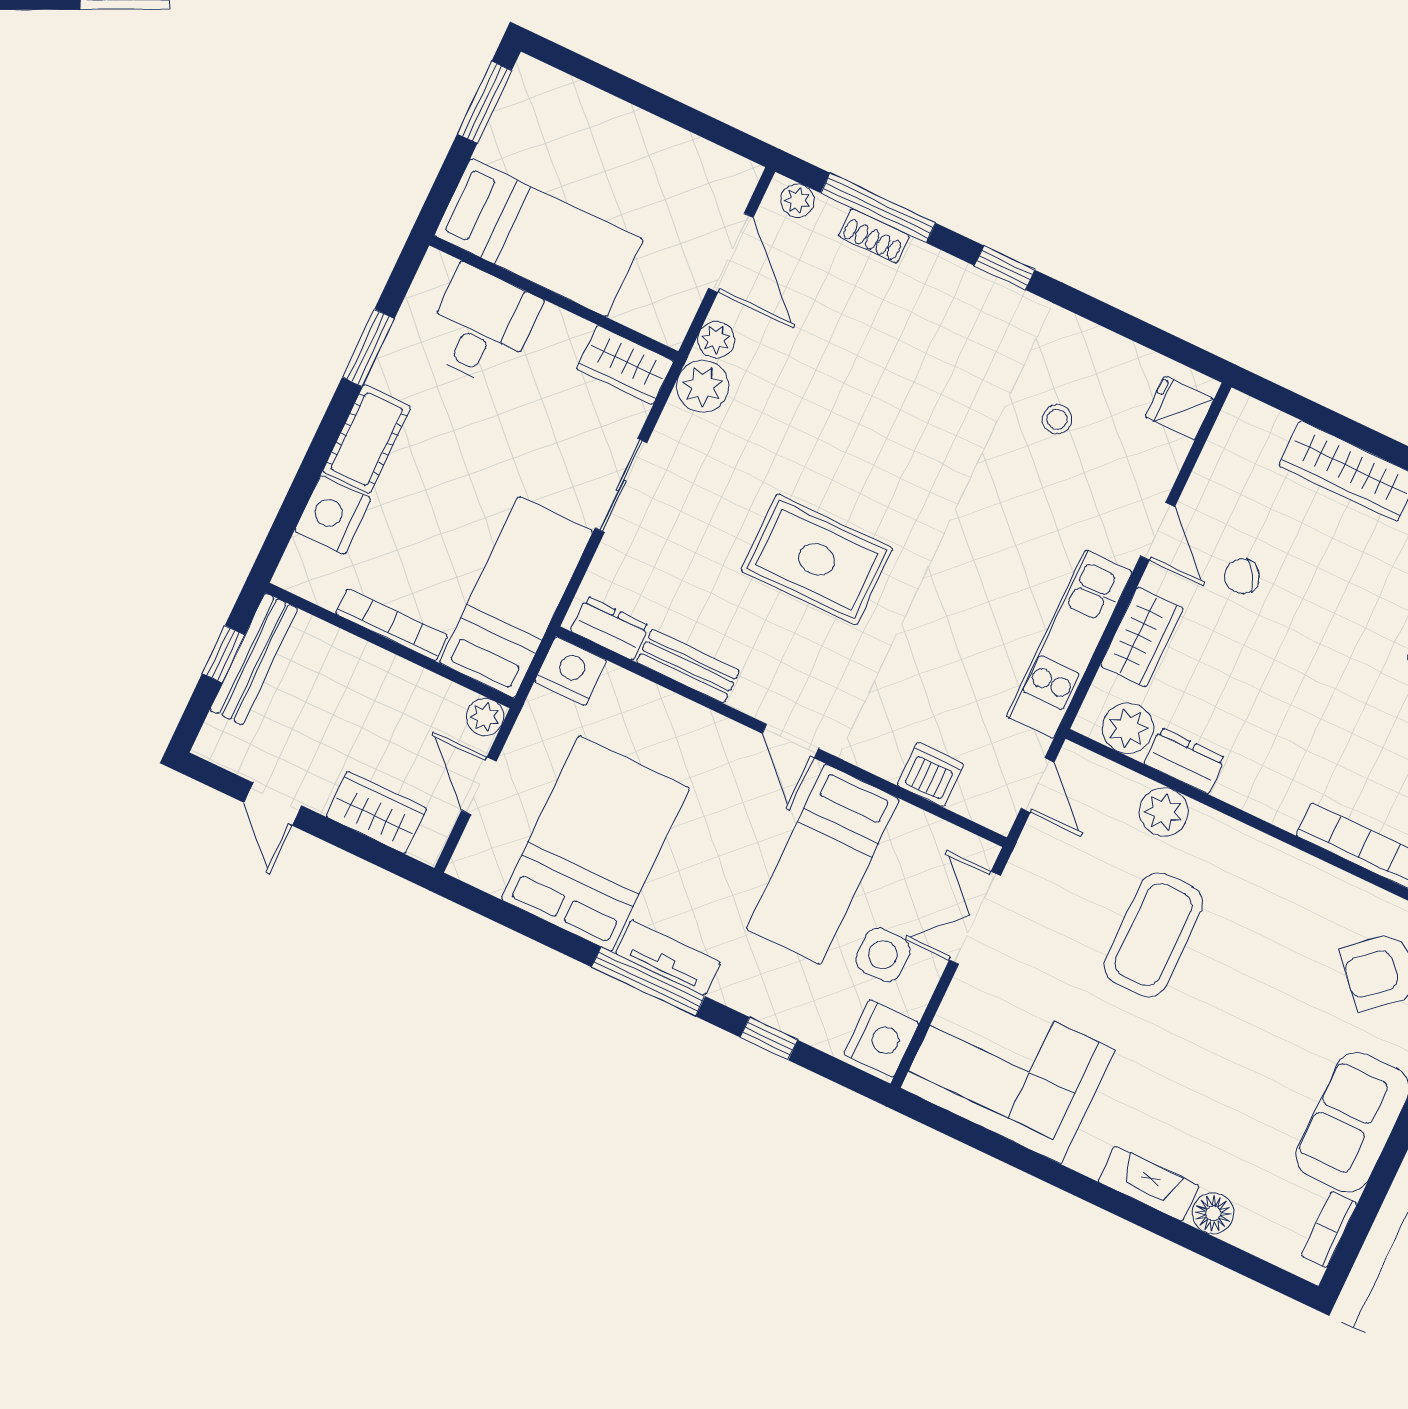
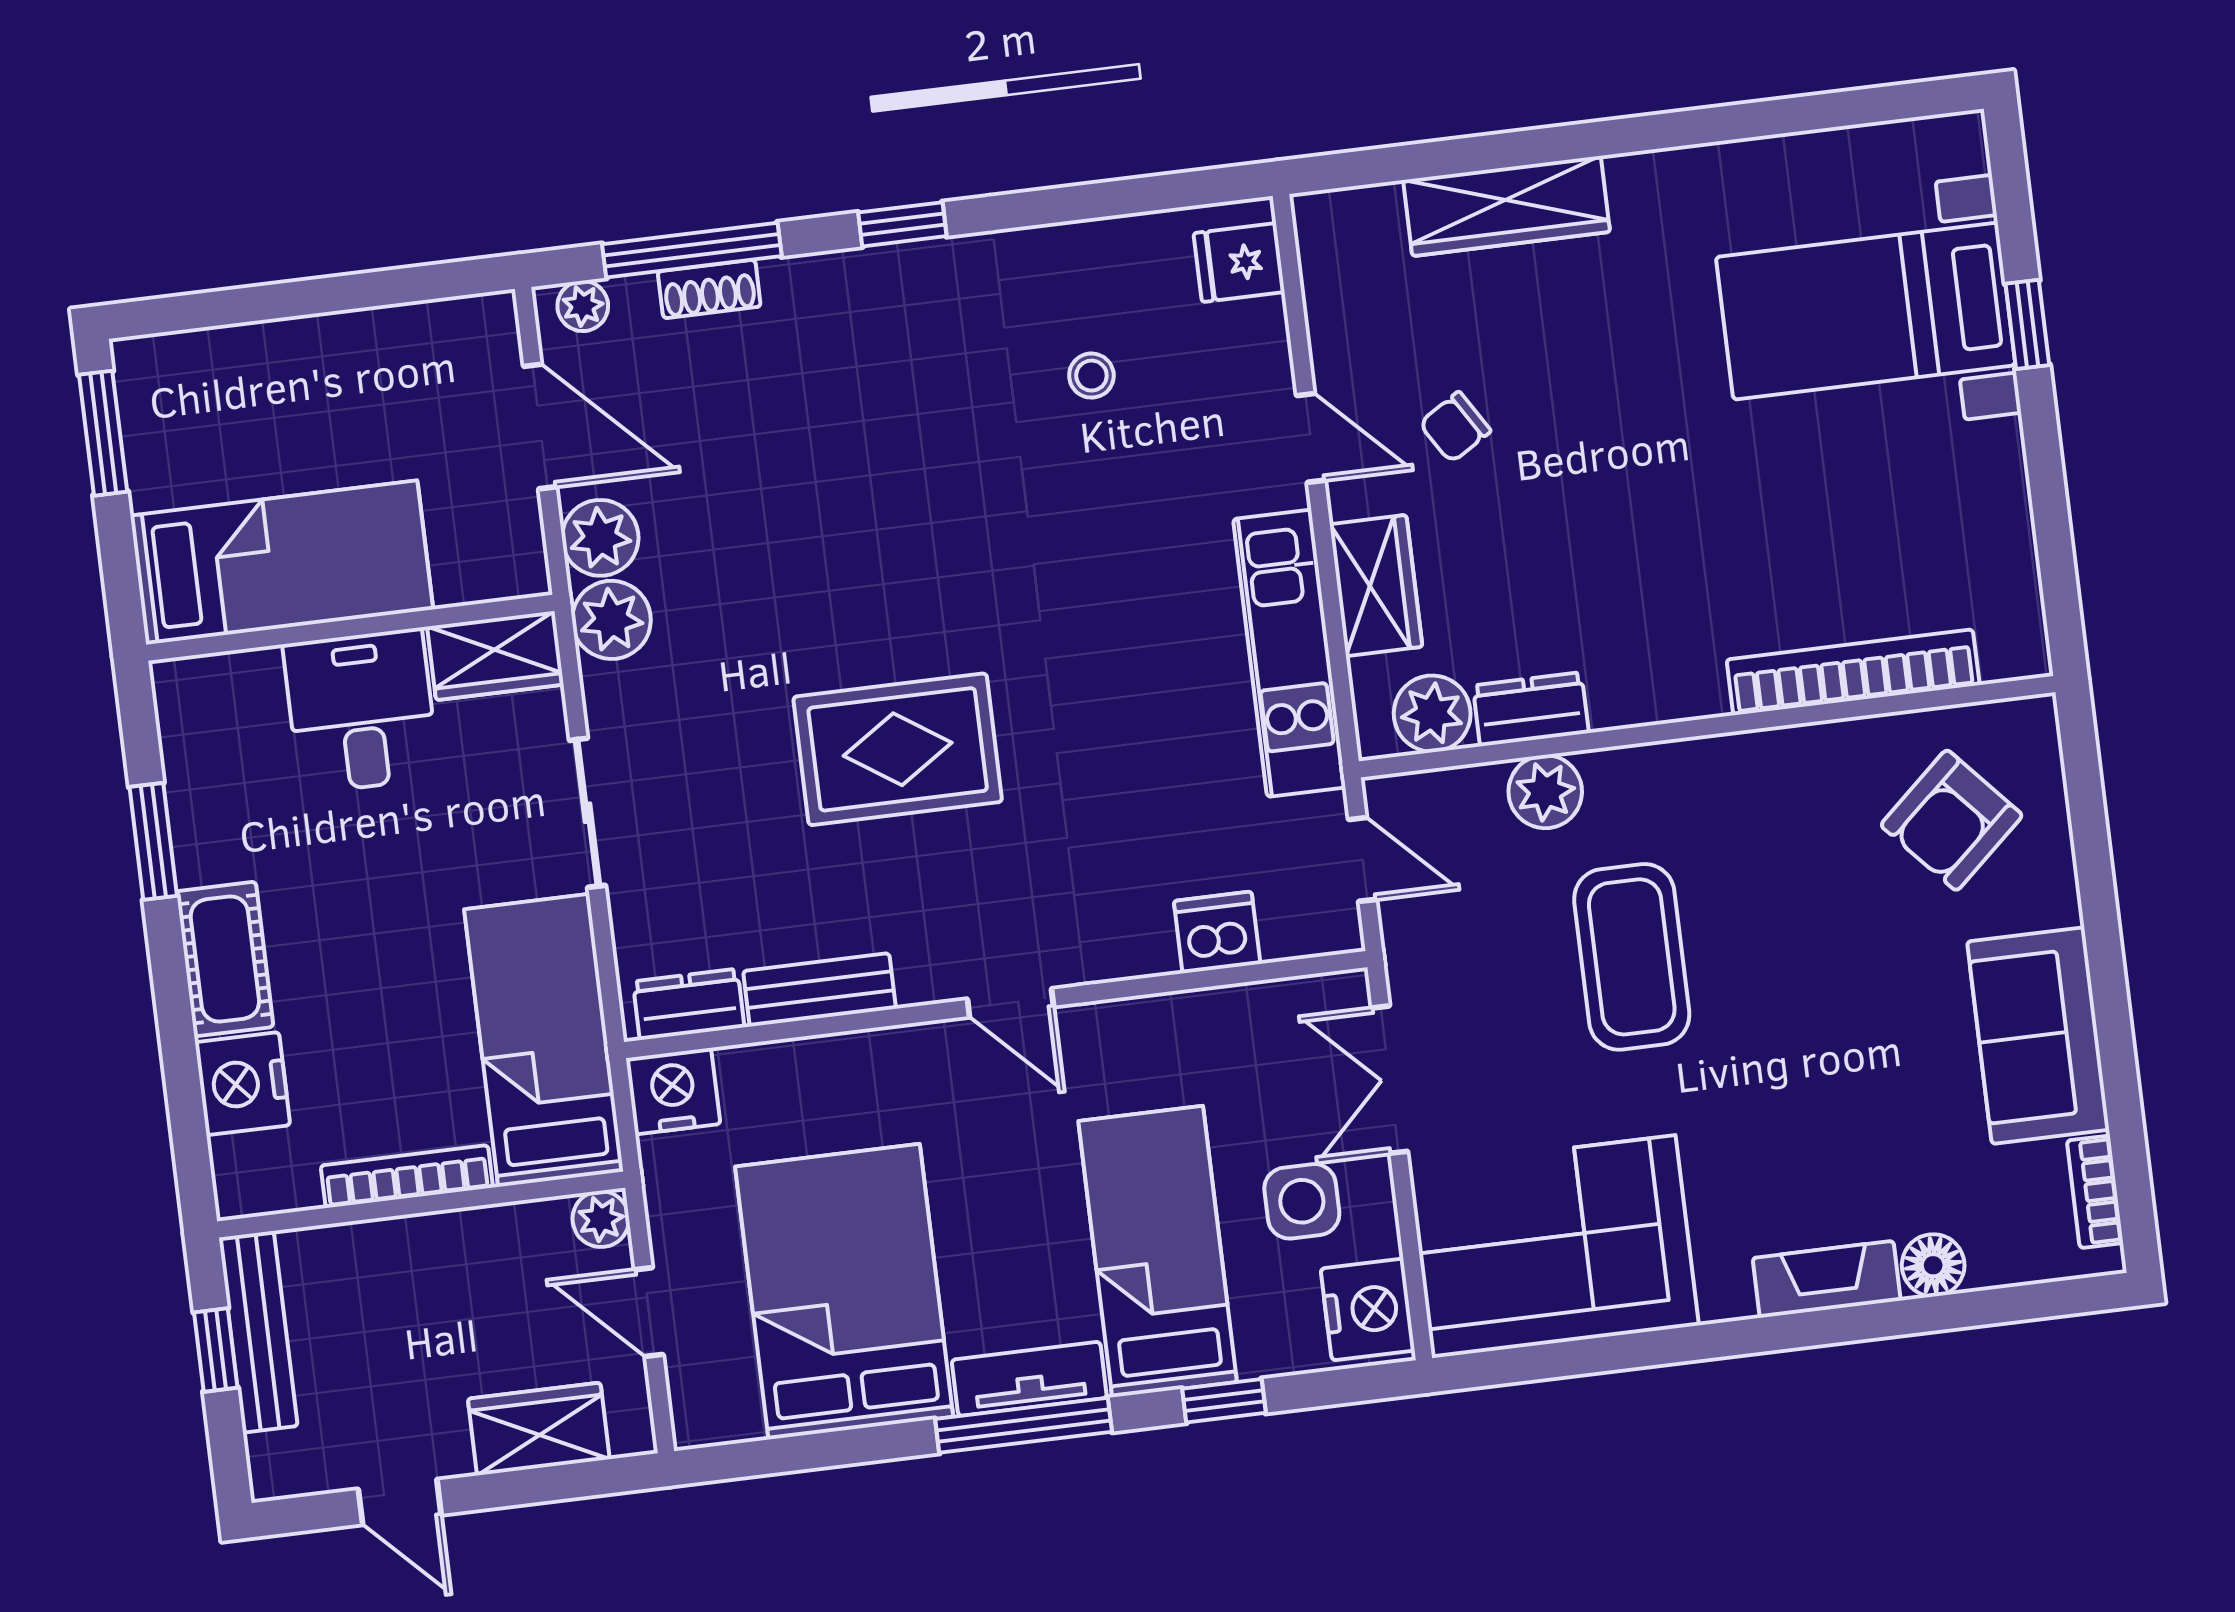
desk: (482, 326) -> (361, 711), moved
plant: (716, 340) -> (600, 538), width x1.38, depth x1.38
bed: (823, 864) -> (1158, 1252), moved, turned 180

